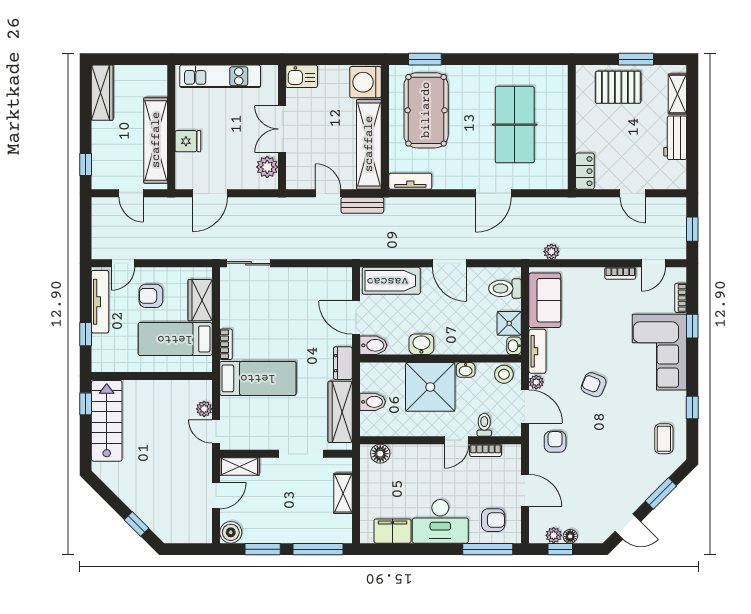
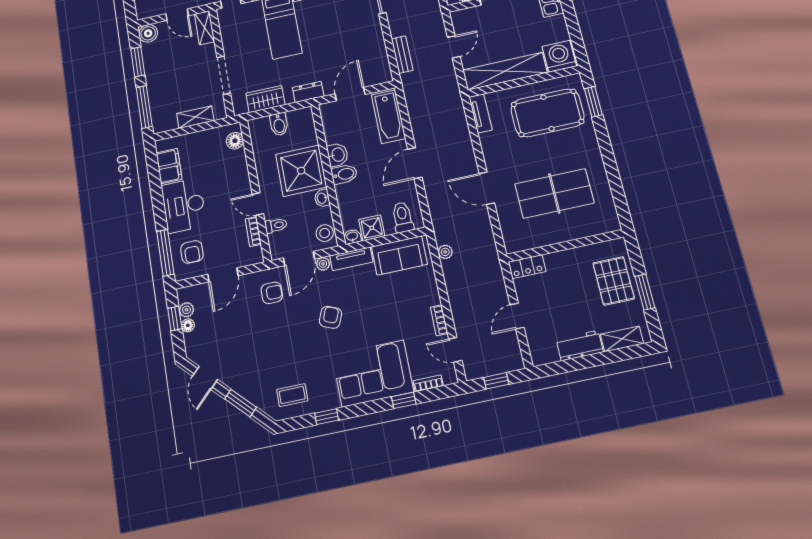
bench: (362, 205) -> (402, 54), moved
bidet: (373, 345) -> (344, 174), moved, turned -90
wardrobe: (340, 412) -> (265, 99), width x0.67

